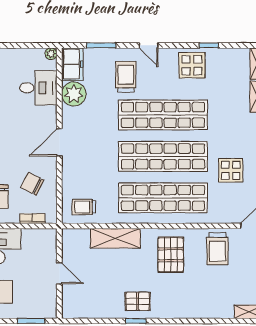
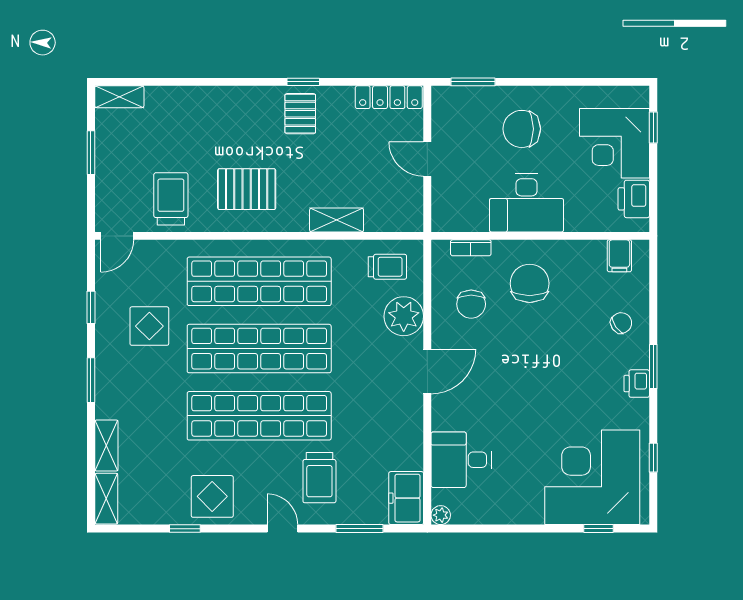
plant: (74, 94) -> (404, 316), moved
chair: (32, 184) -> (471, 304), turned 63
shelving: (115, 238) -> (337, 220), width x0.67, depth x0.75
pallet: (171, 255) -> (247, 189), turned 90
pallet: (138, 301) -> (300, 114), turned 90
locker: (83, 311) -> (389, 97), added

